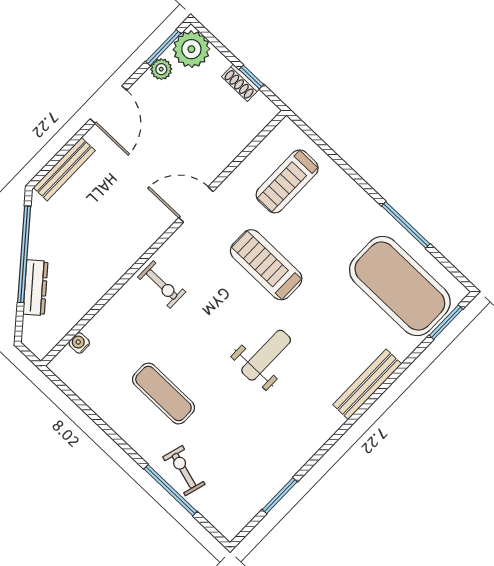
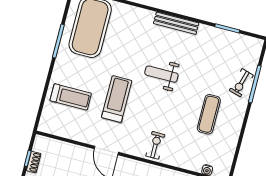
treadmill: (287, 181) -> (71, 97), moved
treadmill: (266, 265) -> (117, 99), turned 180
bench: (367, 384) -> (176, 23), moved

